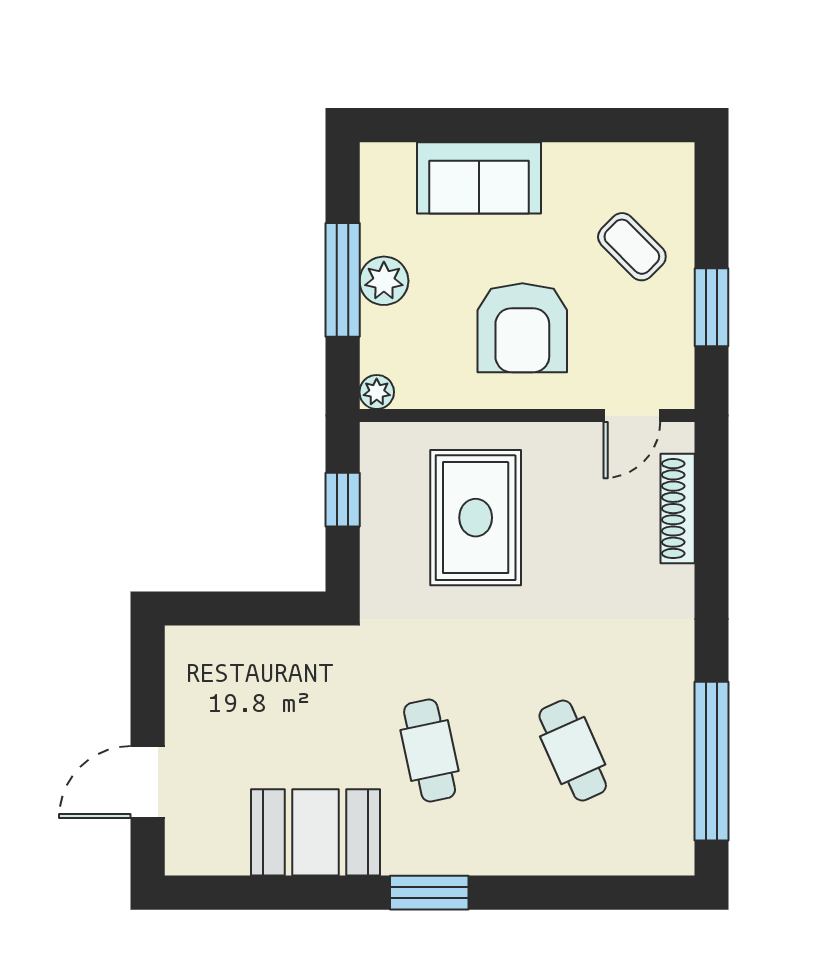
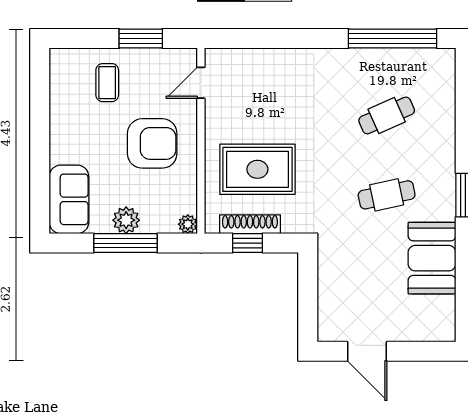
sofa: (479, 178) -> (69, 199), moved
coffee table: (632, 247) -> (107, 83), turned -45
door: (632, 416) -> (201, 83), swing flipped
shoe rack: (678, 509) -> (250, 224), moved, turned 180
door: (148, 782) -> (367, 351), moved

